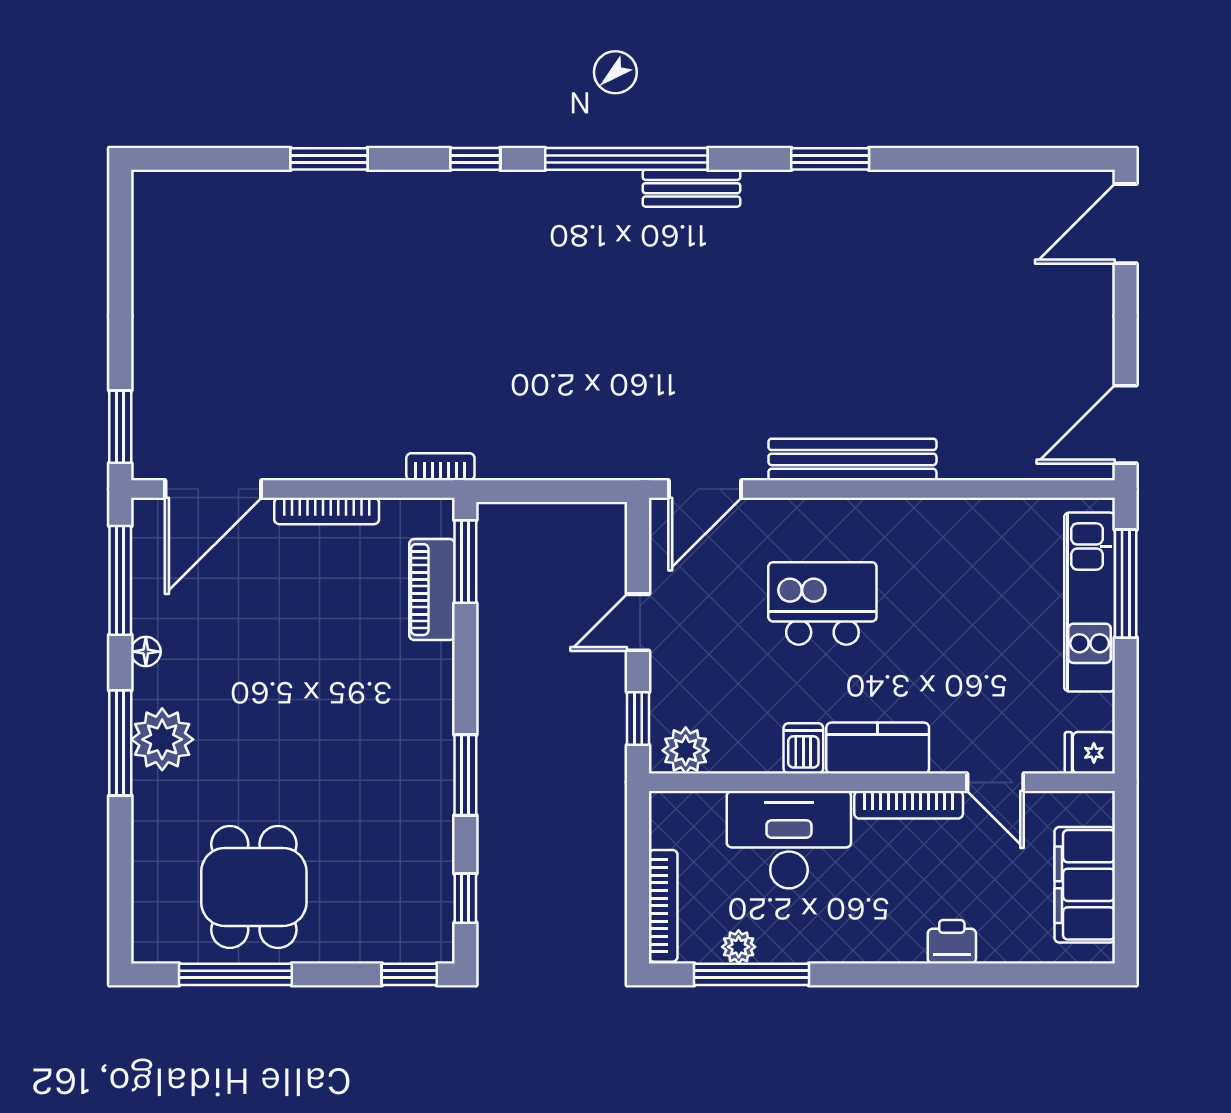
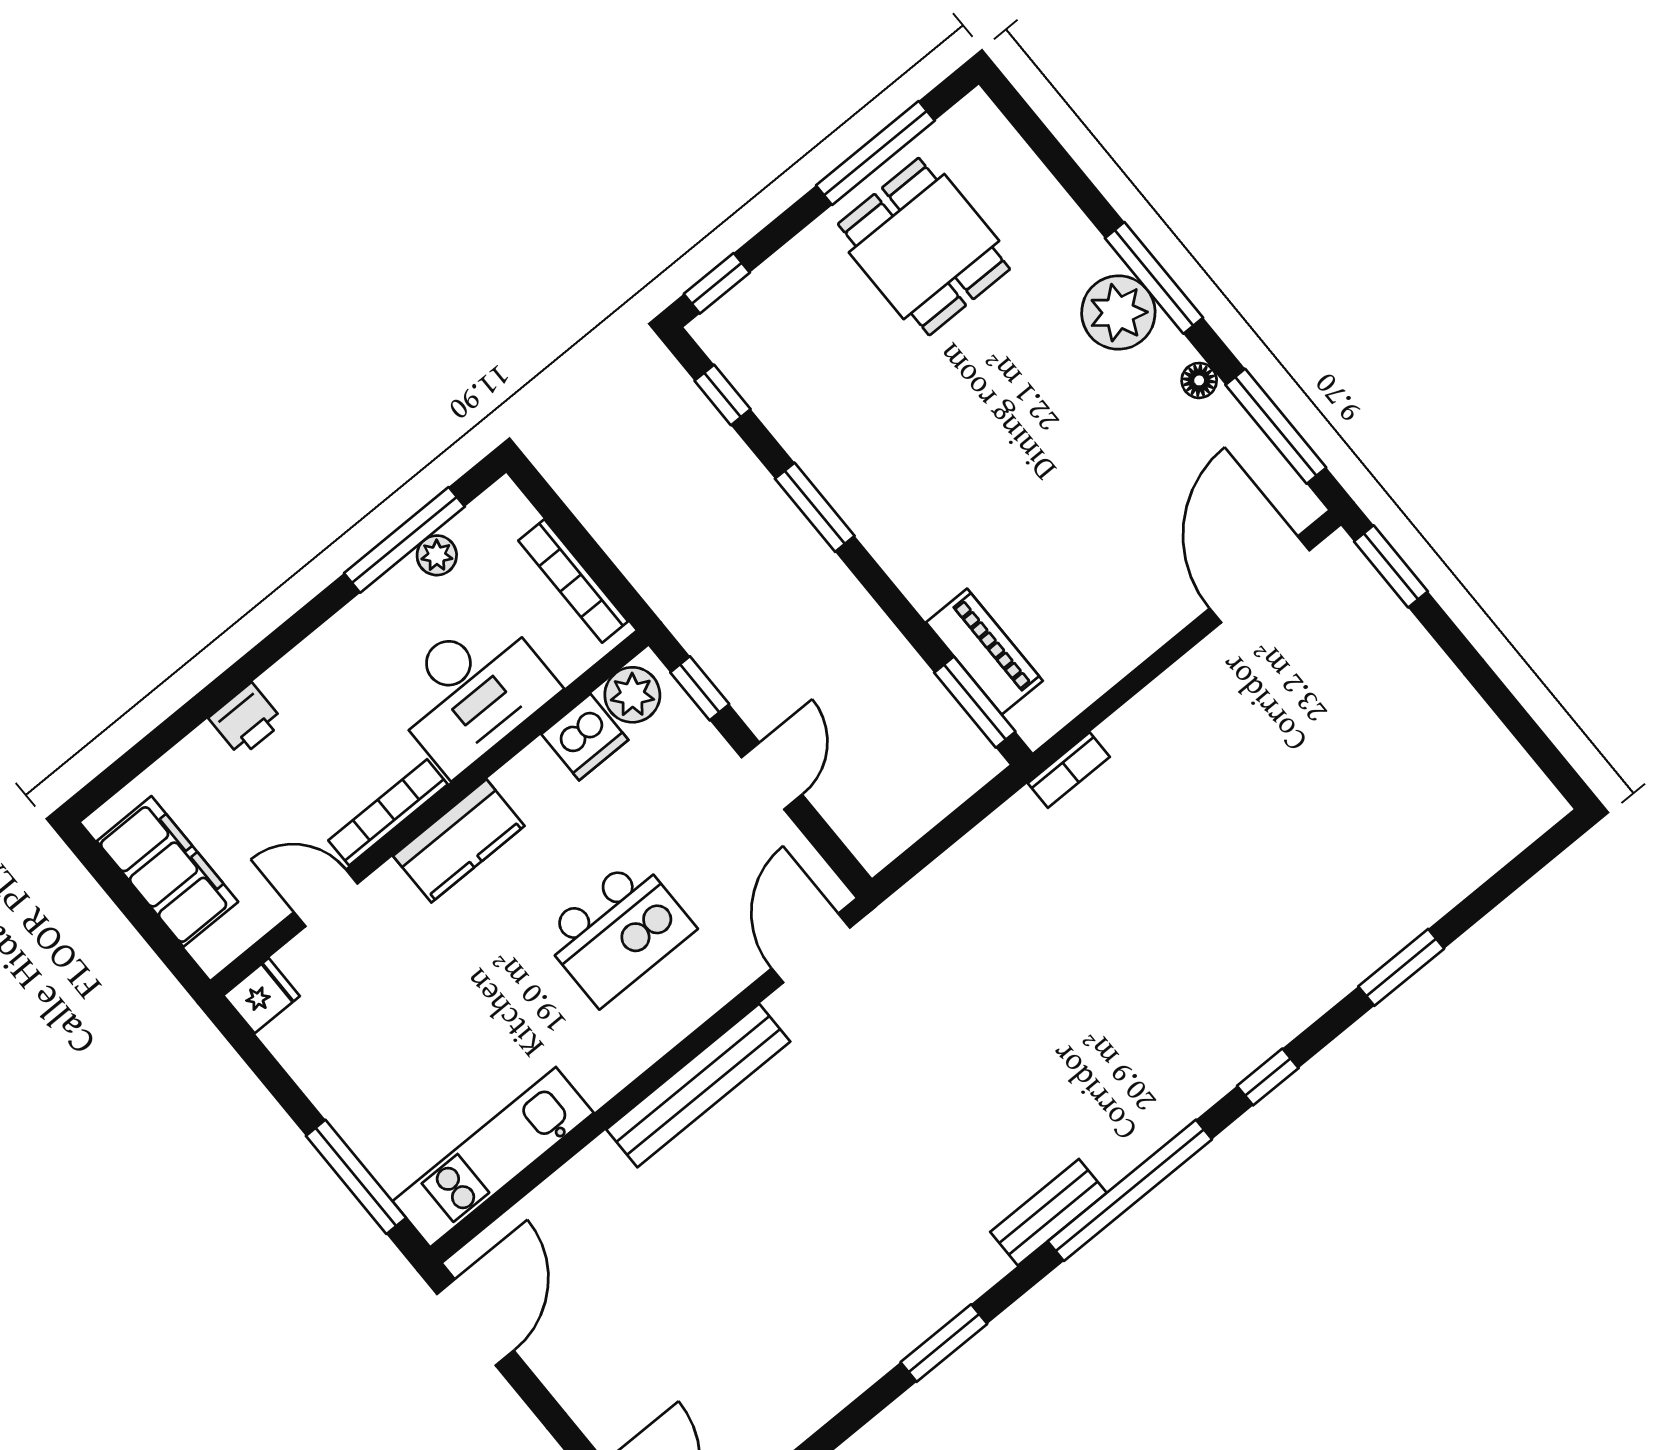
bookcase: (327, 511) -> (1139, 644), removed
kitchen unit: (1090, 602) -> (493, 1157), moved, turned -90
dishwasher: (803, 748) -> (585, 737), moved, width x1.38
bookcase: (663, 906) -> (573, 581), moved

